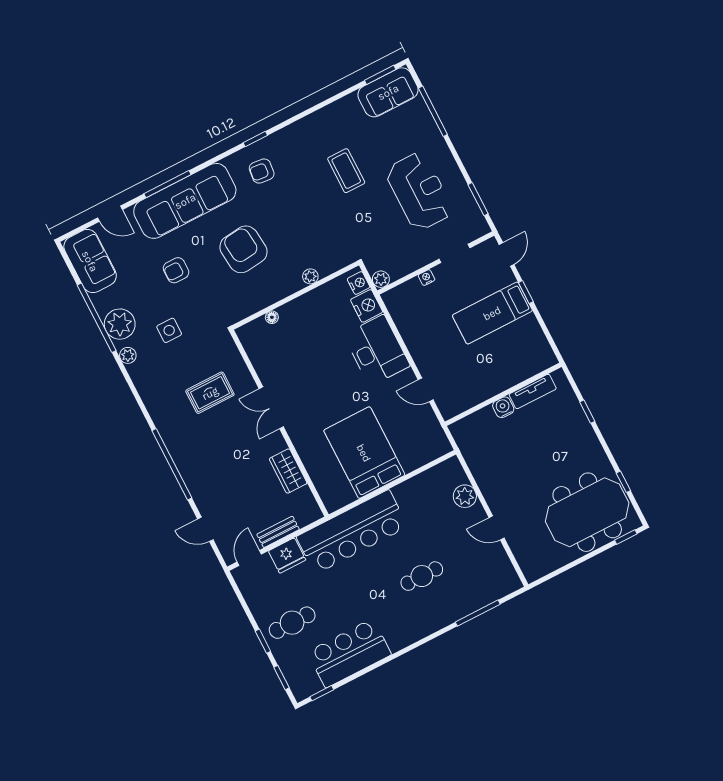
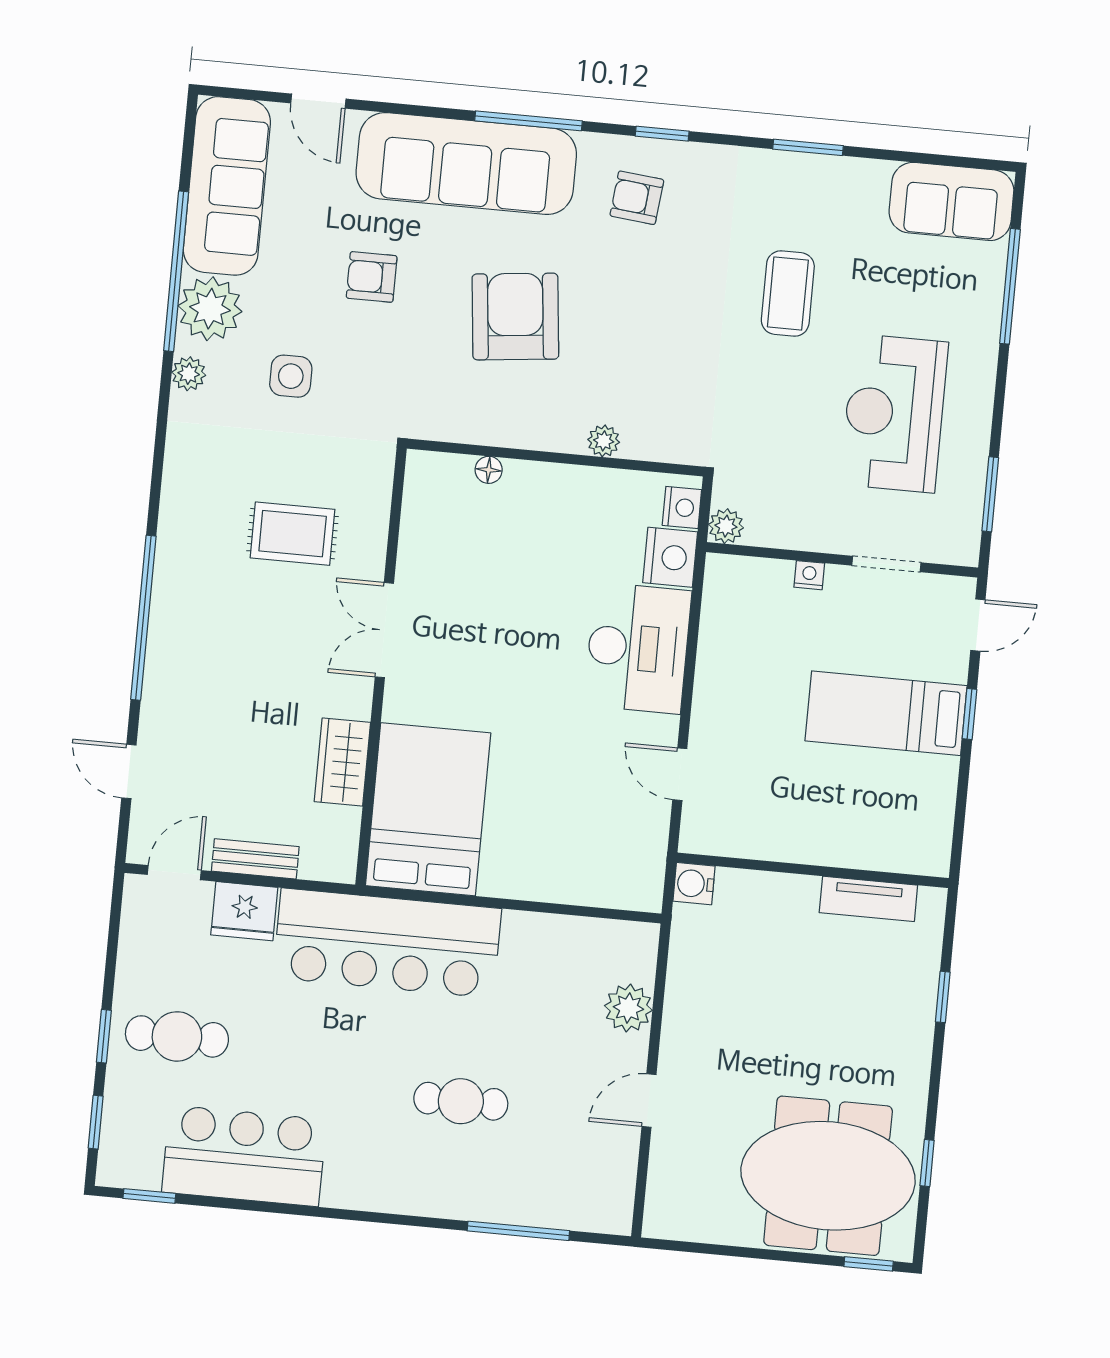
window: (380, 75) -> (808, 147), moved
window: (167, 184) -> (528, 121), moved
reception desk: (419, 191) -> (894, 413), turned 180
sofa: (90, 261) -> (227, 186), width x1.36
water cooler: (503, 407) -> (694, 884), moved, turned -90
bed: (364, 453) -> (428, 809), moved
door: (497, 528) -> (649, 1101), hinge flipped

